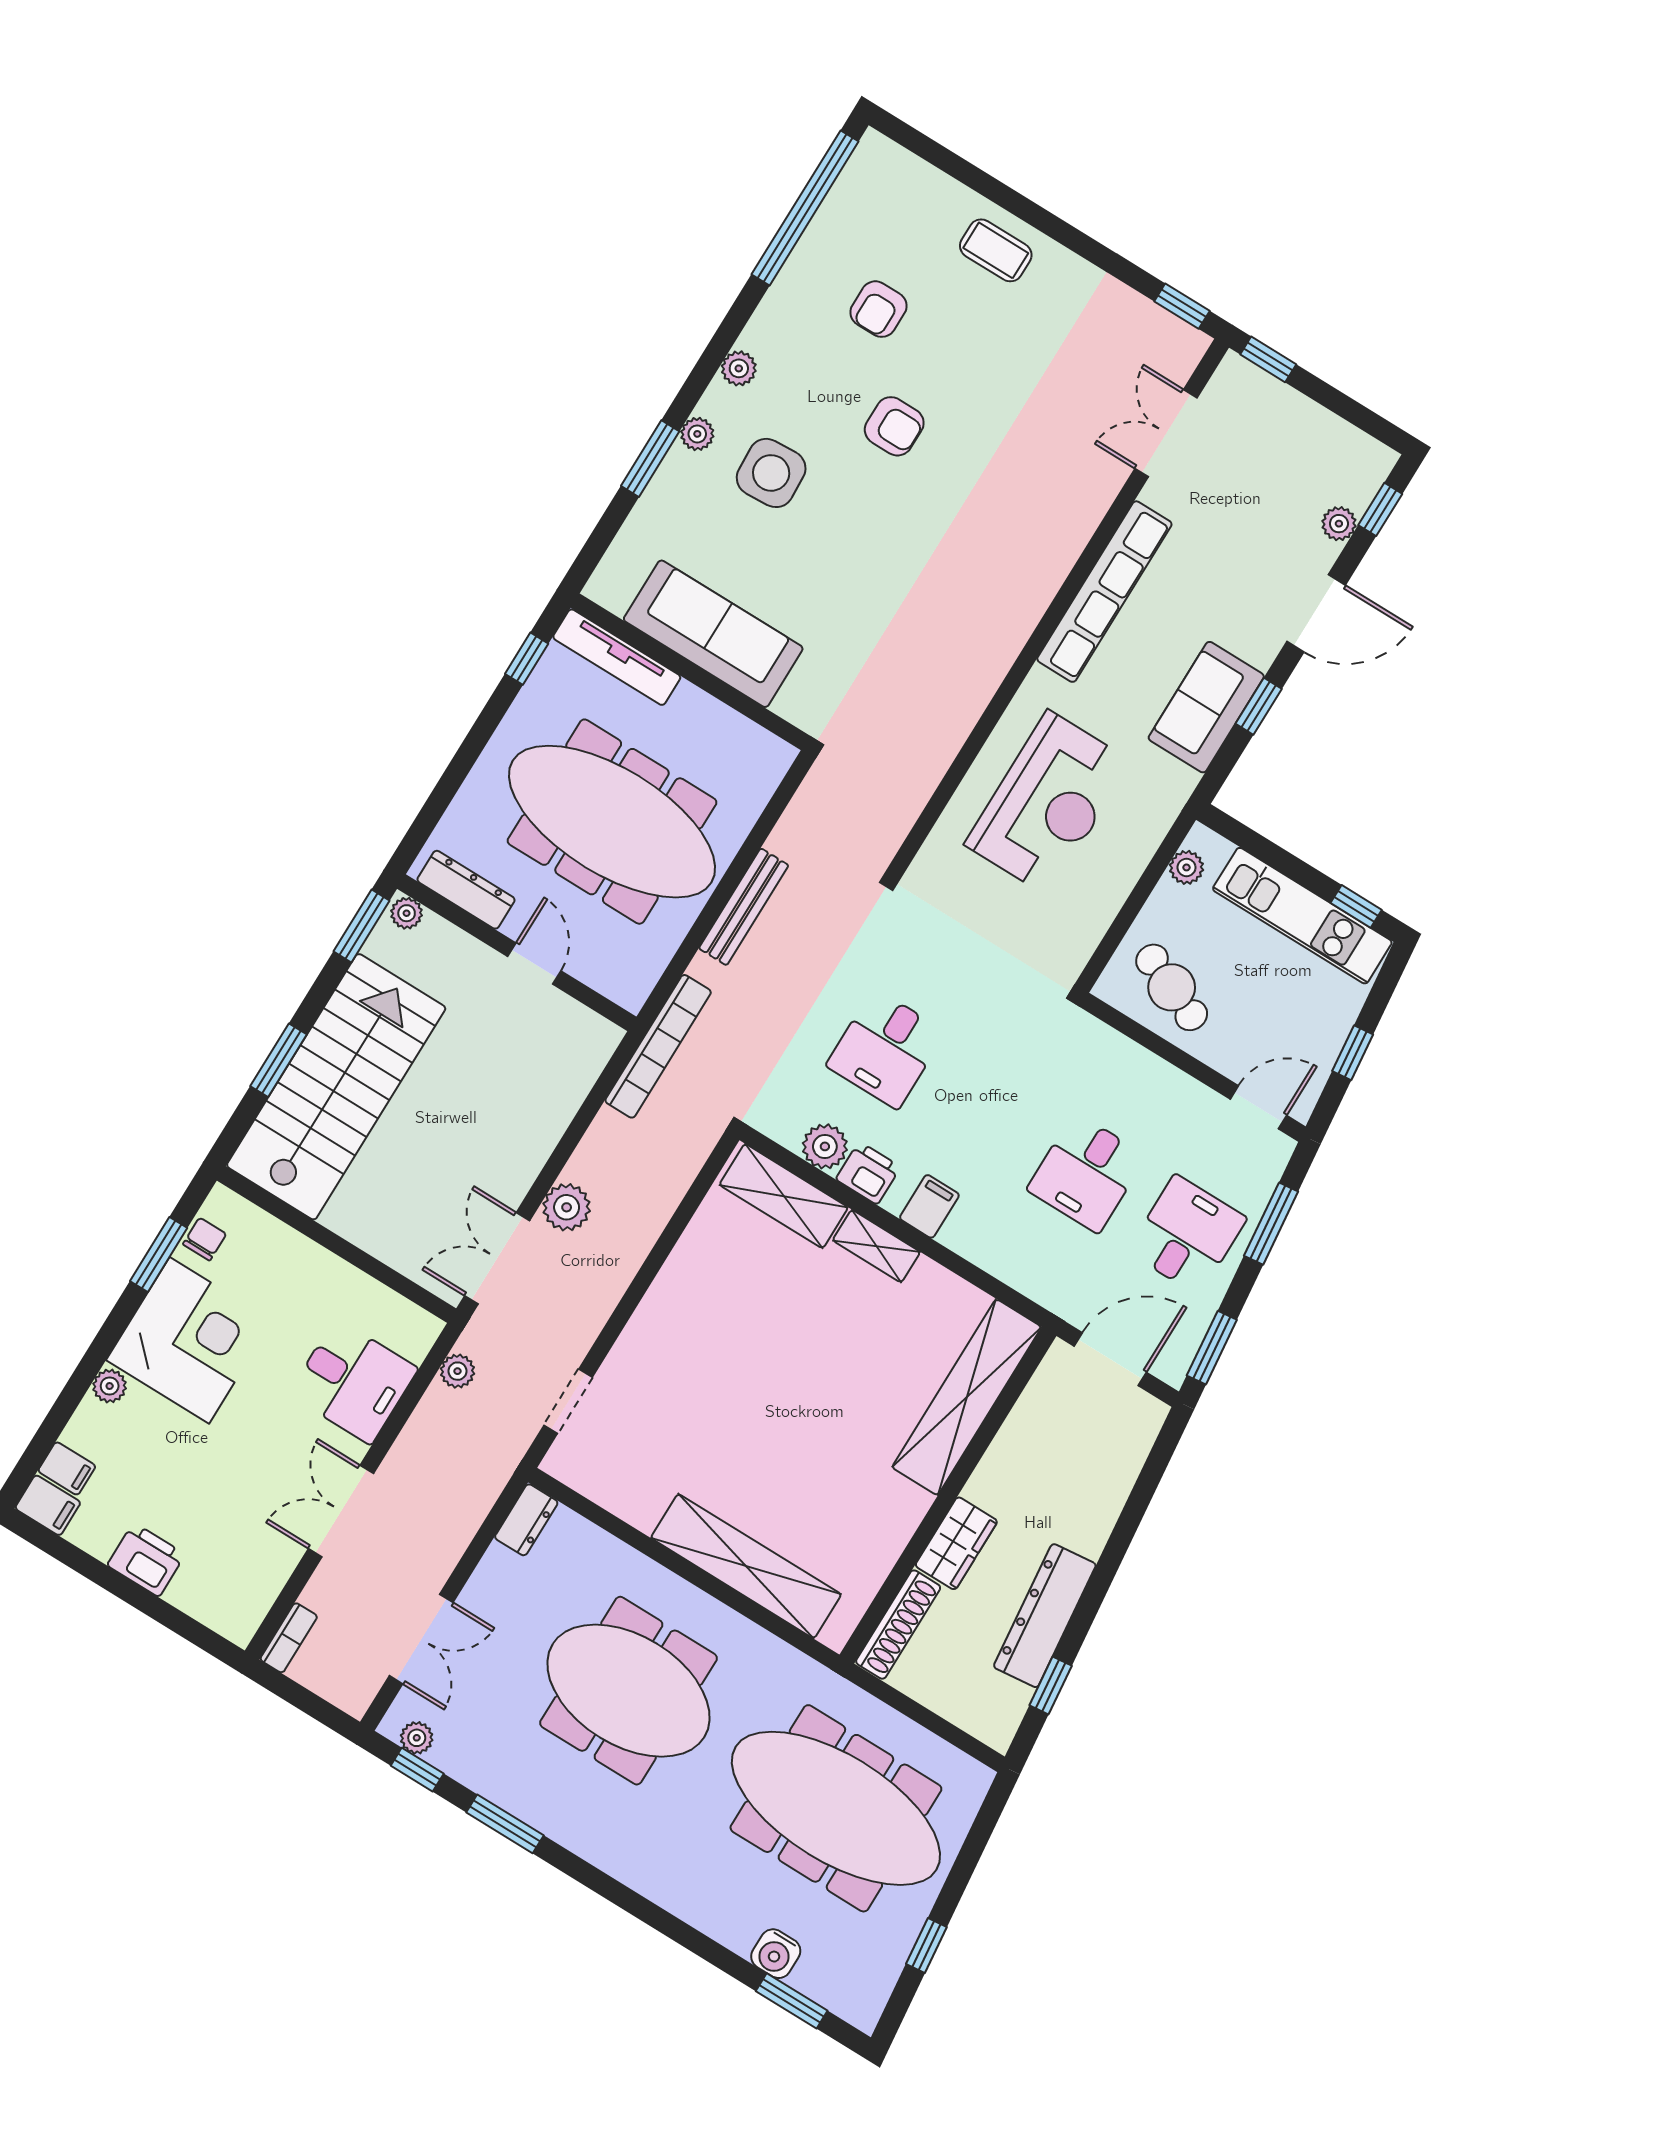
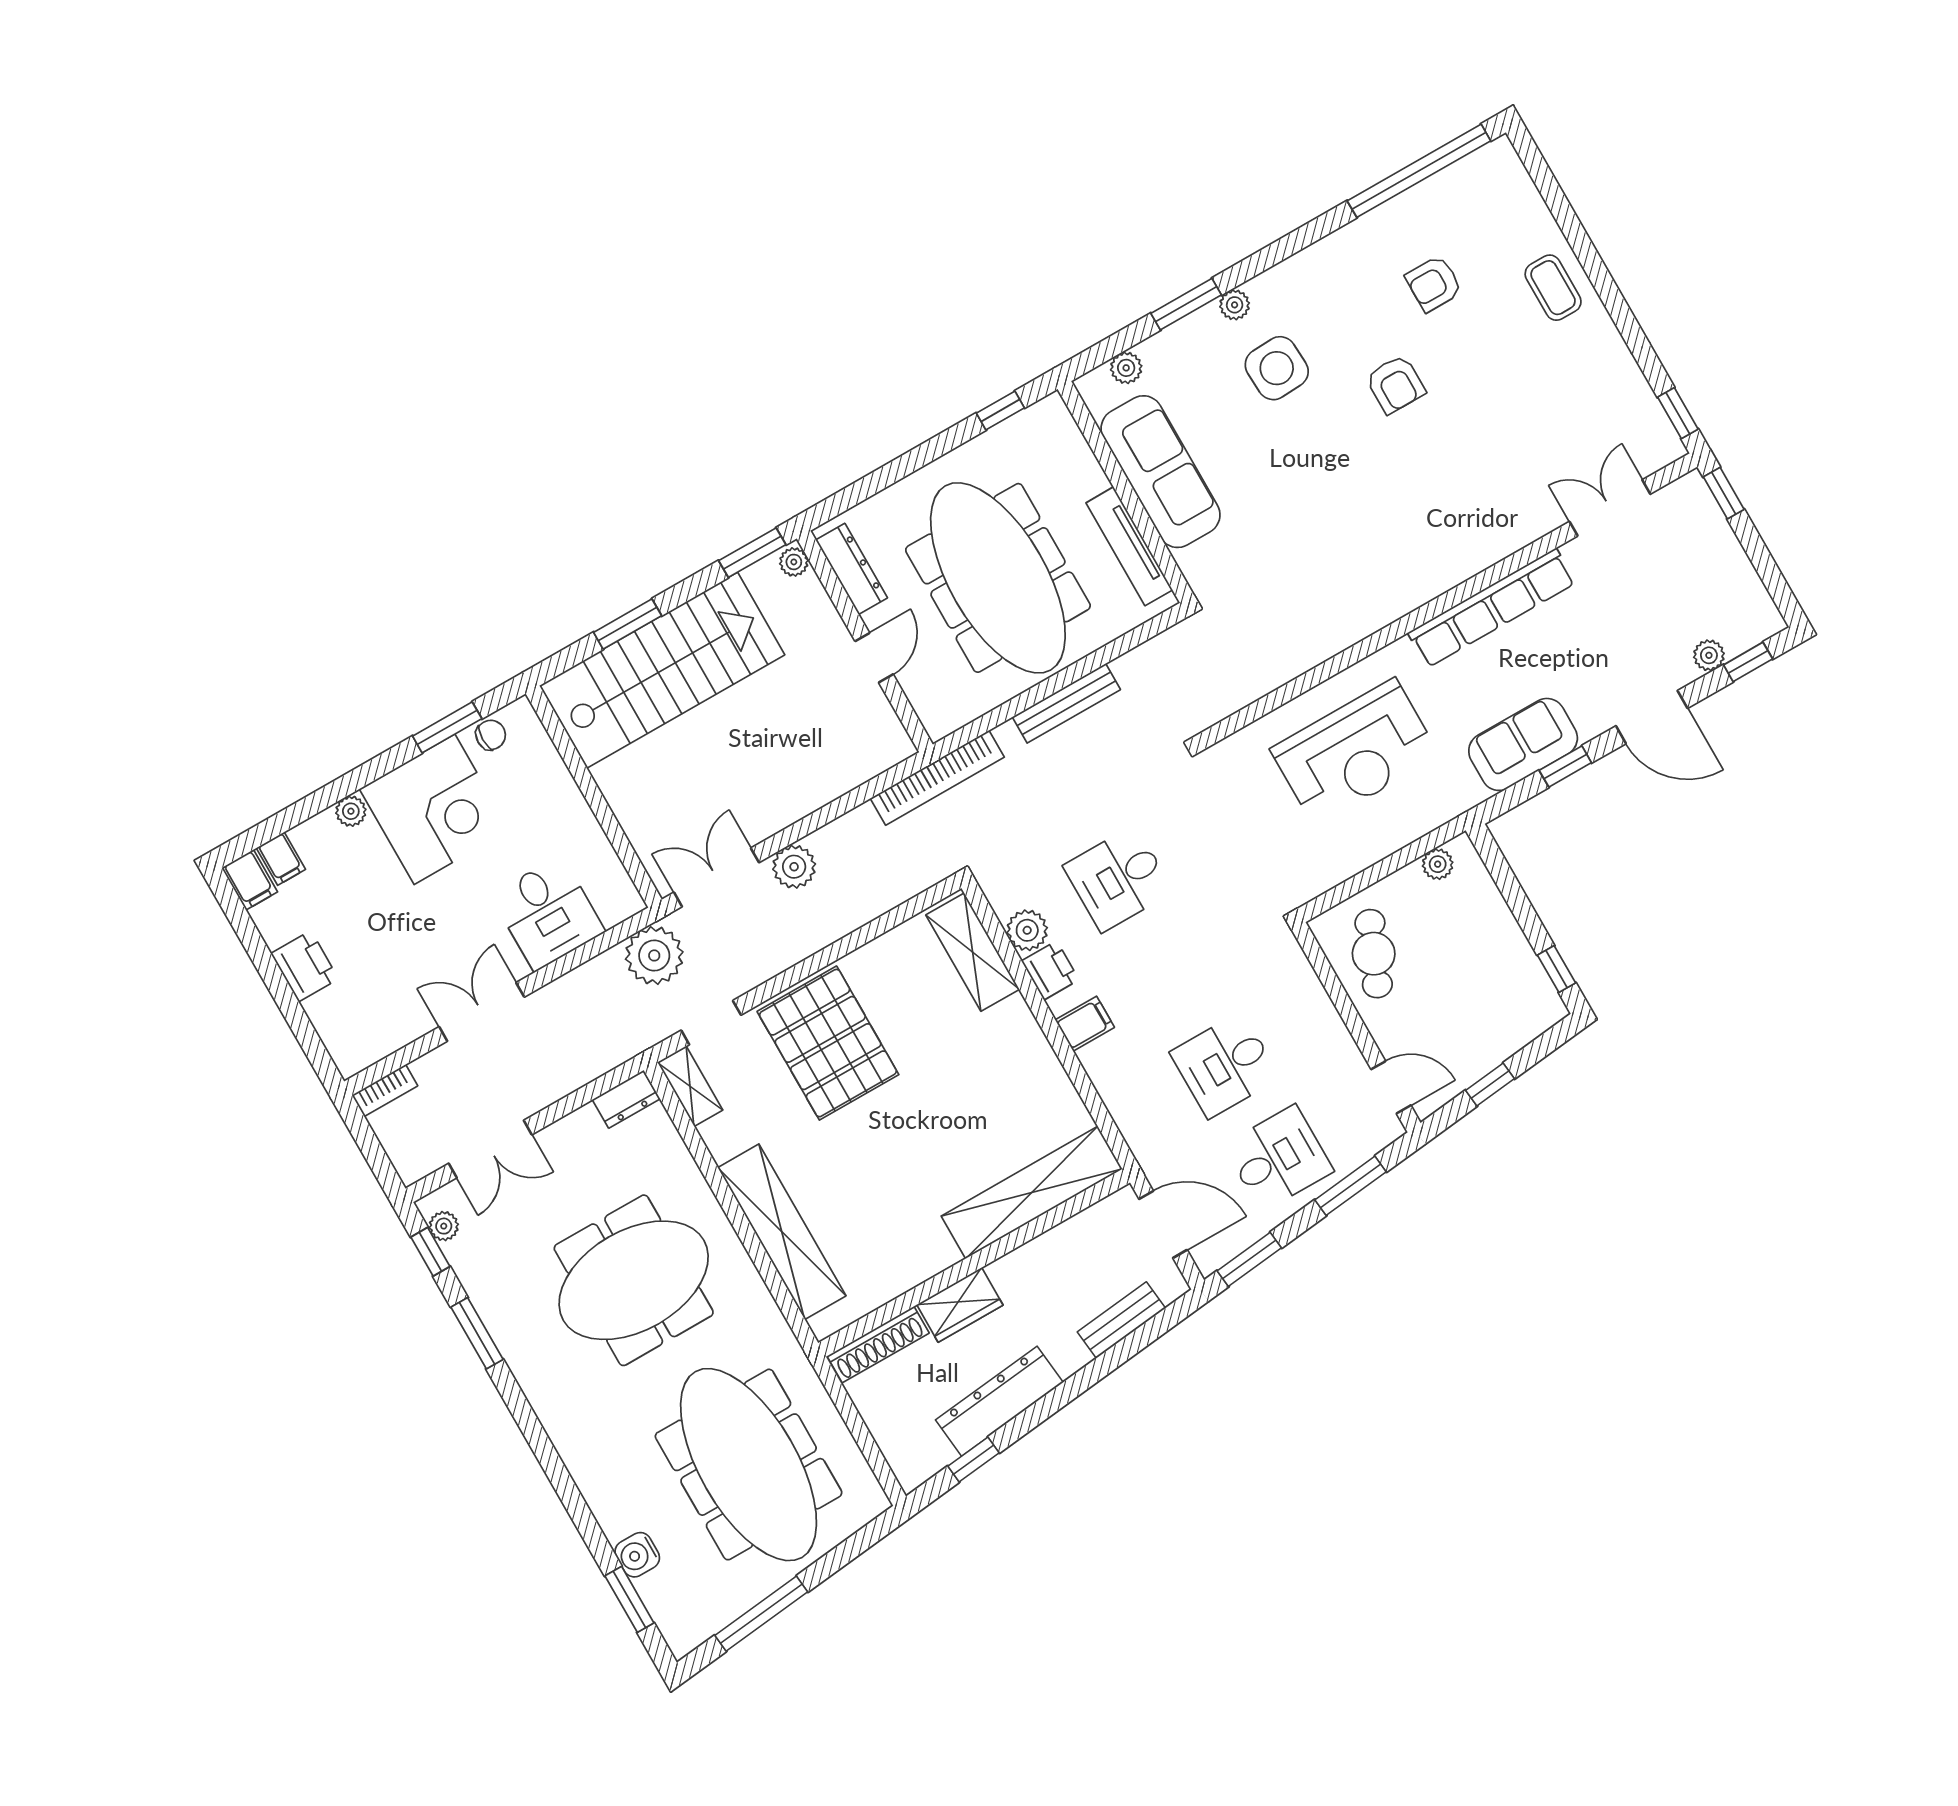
plant: (739, 368) -> (1126, 368), moved
tv unit: (617, 657) -> (1129, 546), moved
kitchen unit: (1302, 916) -> (1509, 953), removed
shelving: (876, 1246) -> (690, 1086), moved
pallet: (692, 1360) -> (828, 1043), added
plant: (457, 1371) -> (654, 955), width x1.87, depth x1.87
bench: (1120, 1473) -> (1121, 1320), added
meeting table: (628, 1691) -> (634, 1280), turned 90
window: (926, 1945) -> (761, 1614), width x2.17

